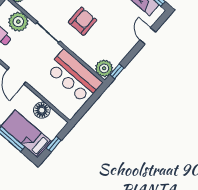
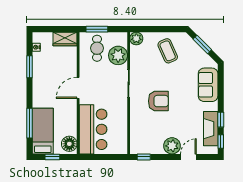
plant: (104, 68) -> (172, 146), moved
bar counter: (74, 76) -> (93, 129), moved, turned 180
floor lamp: (42, 110) -> (69, 144), moved

